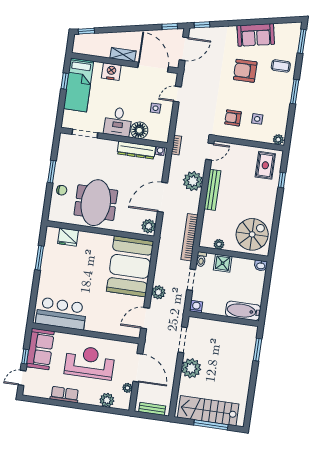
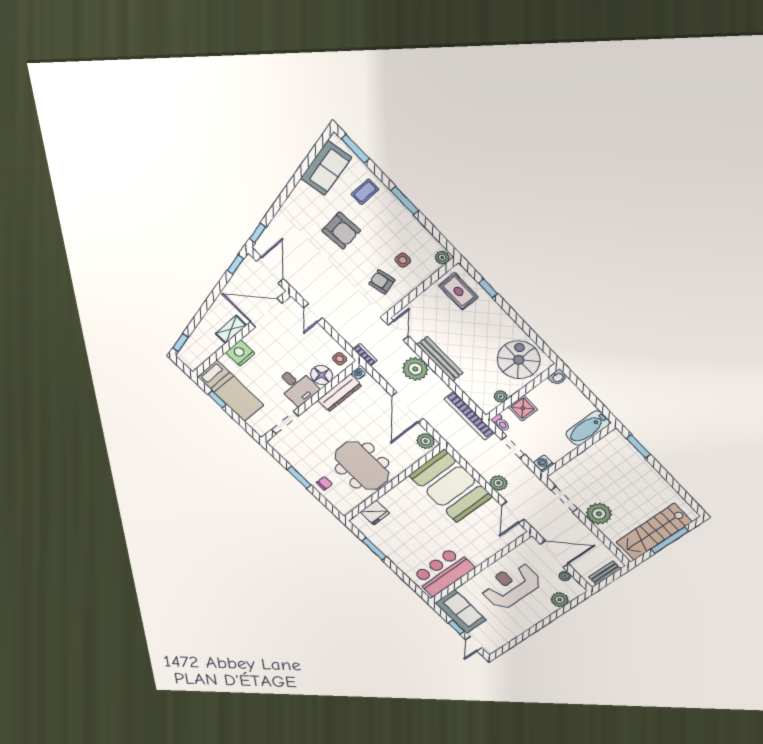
sofa: (256, 35) -> (326, 168), moved
armchair: (245, 71) -> (341, 231), turned -95
side table: (156, 108) -> (340, 359), moved
armchair: (233, 118) -> (382, 282), turned 76
row of seats: (65, 395) -> (521, 626), removed

